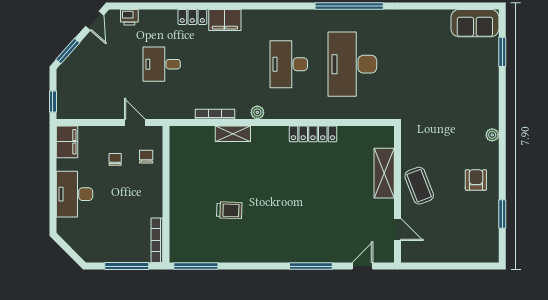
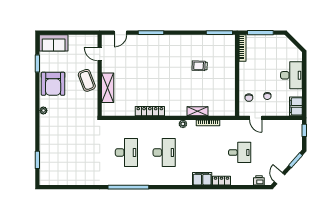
sofa: (475, 23) -> (54, 43), moved, turned 180
desk: (352, 64) -> (126, 152), width x0.73, depth x0.77
armchair: (476, 180) -> (53, 84), width x1.88, depth x1.88

